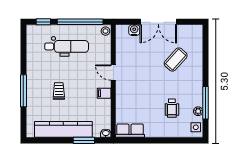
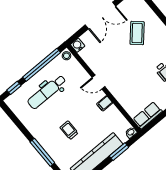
water cooler: (134, 30) -> (78, 45), moved
dental chair: (67, 46) -> (47, 92), turned 180

